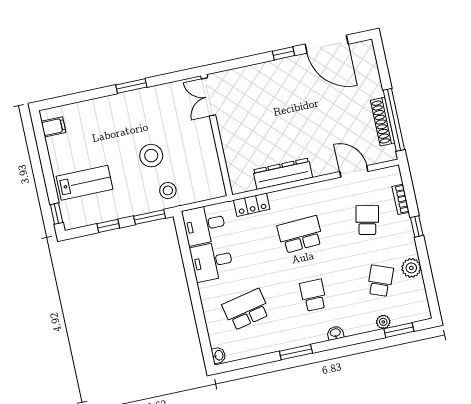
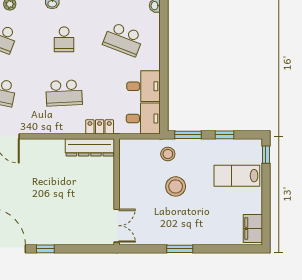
filing cabinet: (53, 127) -> (253, 228), width x2.00
dresser: (283, 174) -> (90, 147), moved
school desk: (246, 310) -> (123, 39), turned 33

